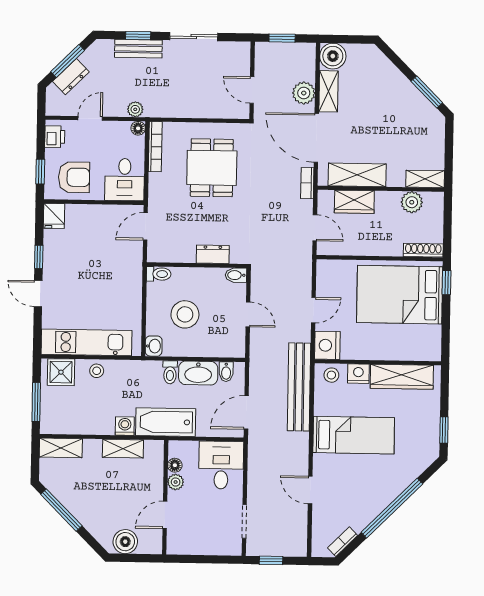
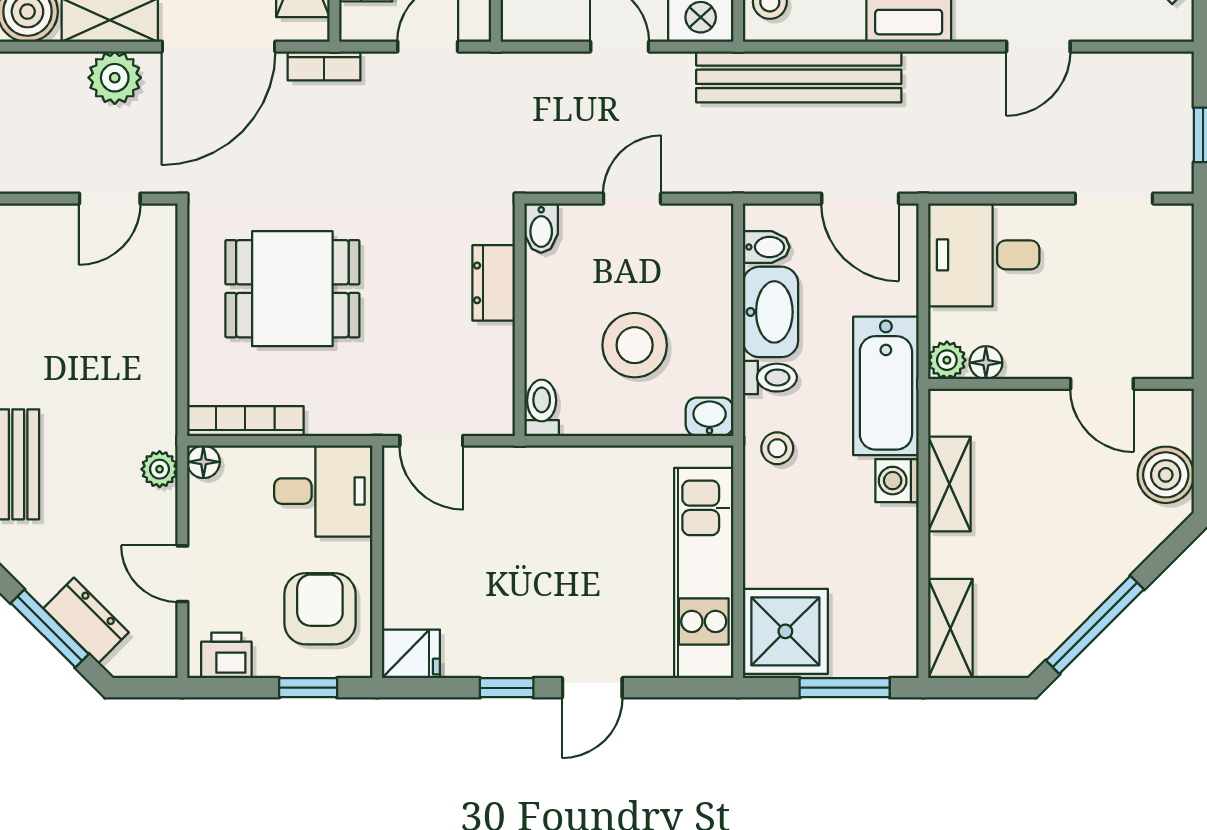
stool: (97, 371) -> (777, 448), moved
shower: (61, 372) -> (785, 631), width x1.36, depth x1.36
plant: (176, 482) -> (947, 360), moved

